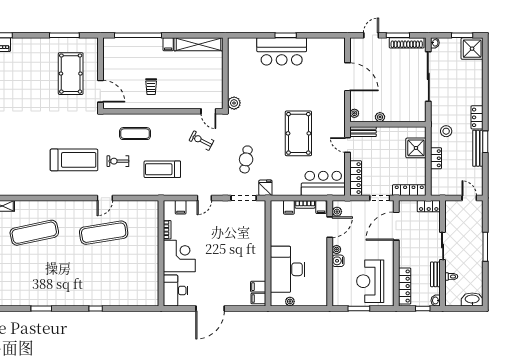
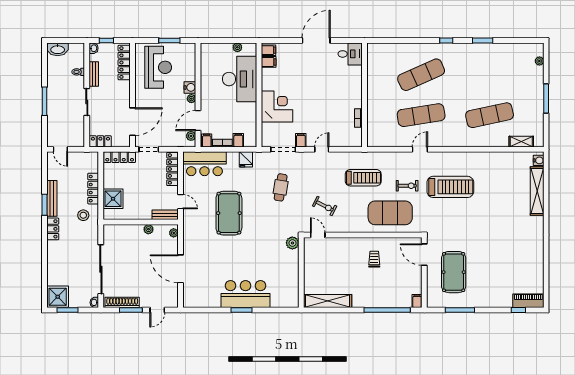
filing cabinet: (168, 44) -> (417, 301), moved
exercise mat: (135, 134) -> (390, 213), width x2.00, depth x1.45
locker: (436, 158) -> (93, 189), width x1.53
treadmill: (74, 160) -> (450, 187), turned 180
fridge: (265, 188) -> (246, 159), moved
filing cabinet: (181, 207) -> (301, 140), moved
corner desk: (179, 256) -> (277, 106), moved, turned 180
exercise mat: (104, 274) -> (421, 75), added
desk: (176, 290) -> (350, 54), width x0.73
window: (96, 308) -> (446, 40), moved

